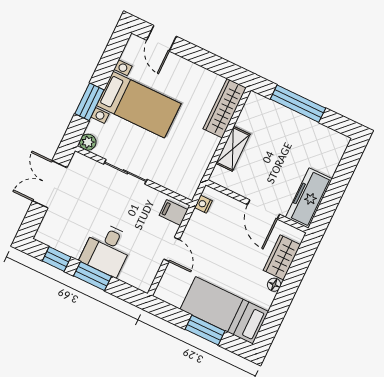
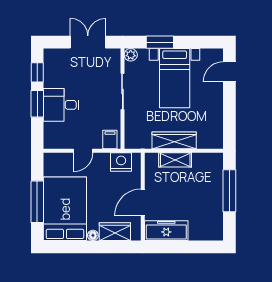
wardrobe: (225, 108) -> (174, 140), moved
nightstand: (203, 204) -> (121, 162), width x1.89, depth x1.79
bed: (224, 310) -> (65, 209), width x1.50
window: (205, 330) -> (37, 202), width x1.44

